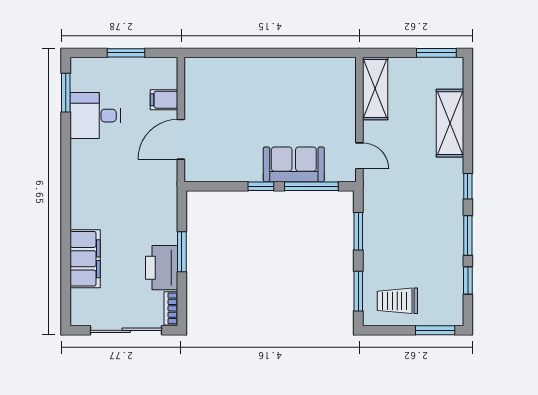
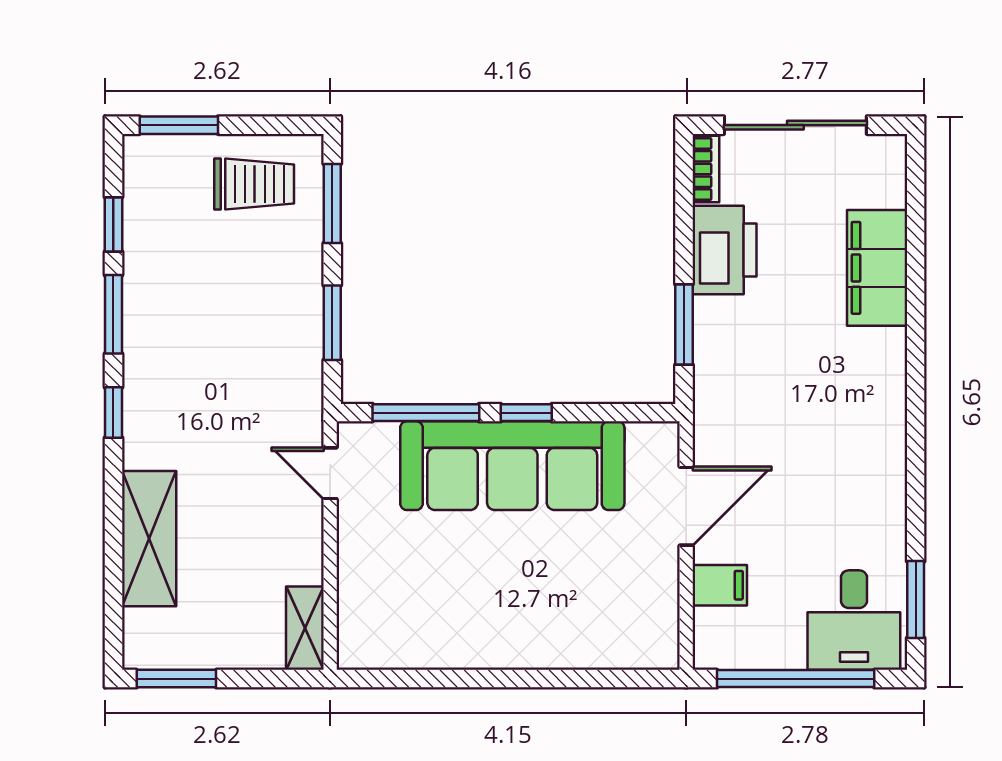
window: (126, 53) -> (796, 679), width x2.11
shelving: (375, 89) -> (305, 628), width x0.67, depth x0.75
desk: (95, 116) -> (854, 620), moved, turned 90
sofa: (294, 164) -> (512, 466), width x1.85, depth x1.27
window: (182, 252) -> (684, 324), moved

